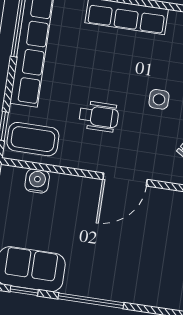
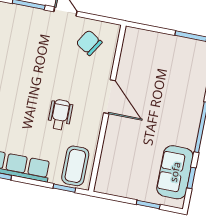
side table: (159, 99) -> (49, 68), removed
water cooler: (37, 181) -> (108, 164), removed

